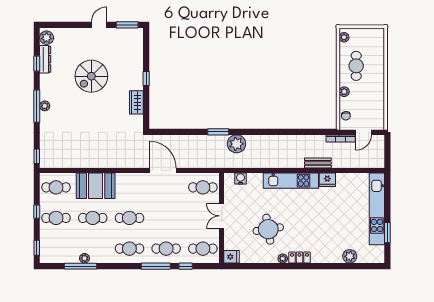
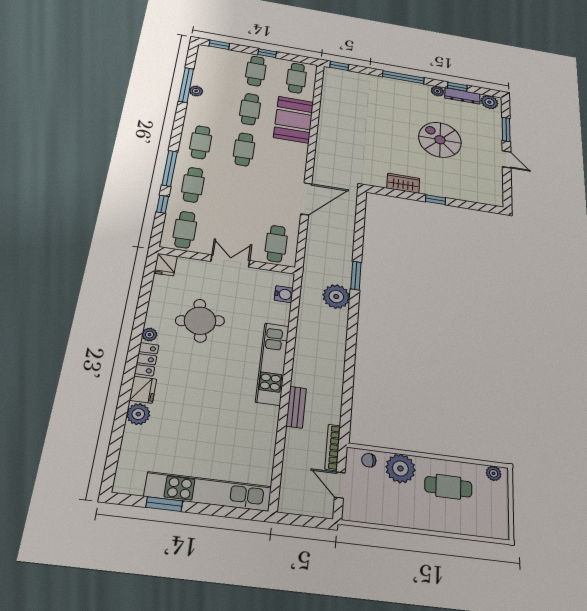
window: (127, 25) -> (506, 129), moved
plant: (344, 92) -> (400, 468), width x1.88, depth x1.88
plant: (45, 106) -> (437, 91), moved
fridge: (327, 180) -> (143, 390), moved, turned 180
plant: (350, 256) -> (138, 414), moved

